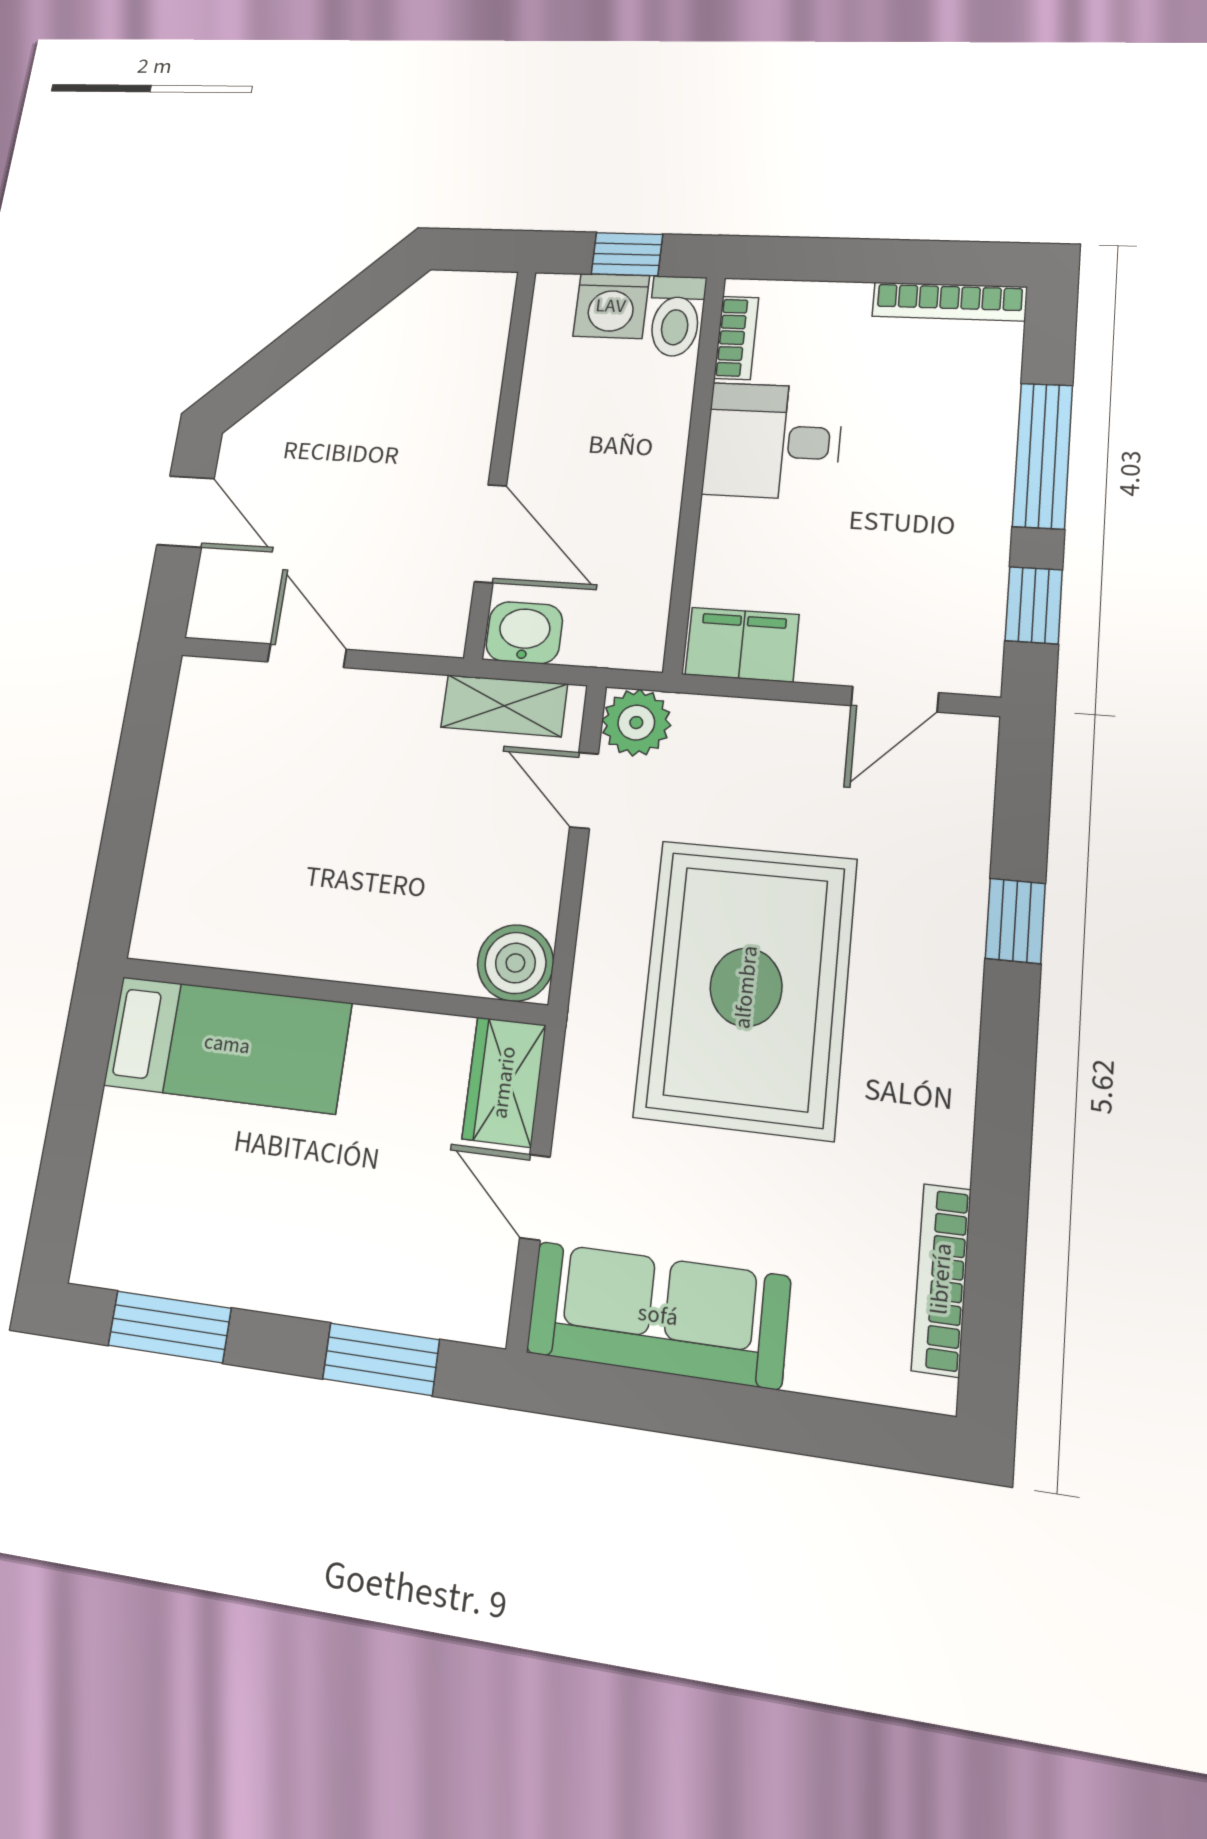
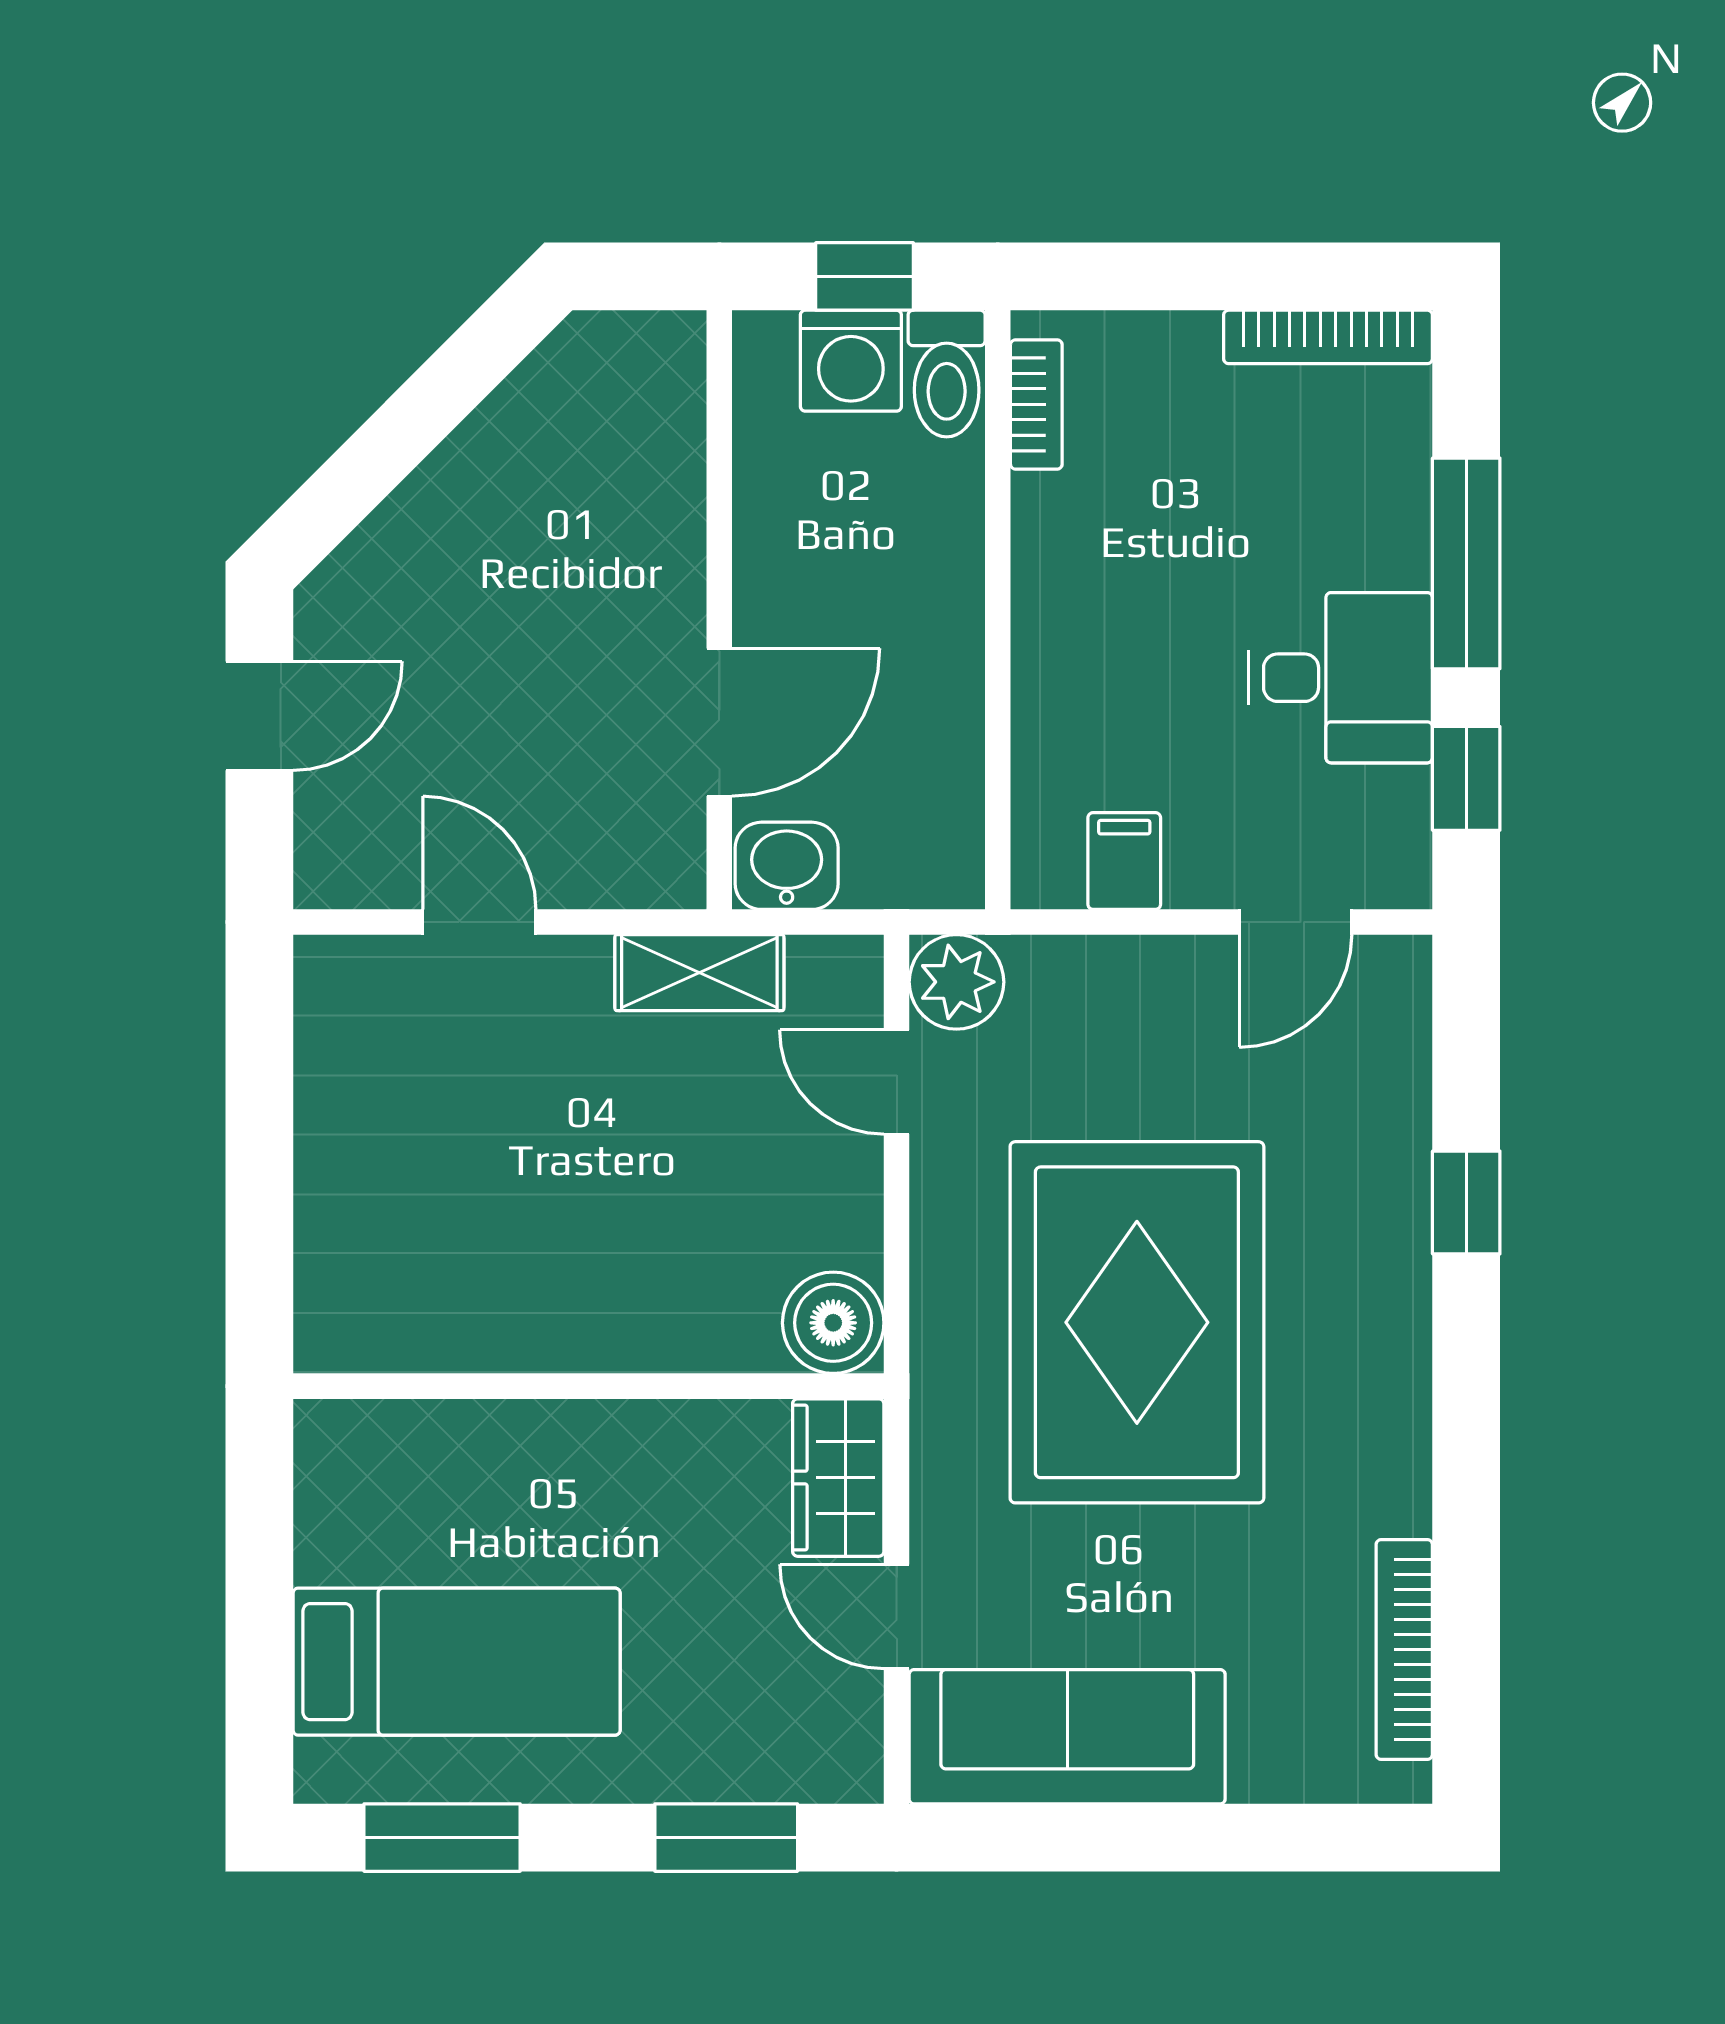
desk: (773, 441) -> (1341, 678), moved, turned 180
door: (186, 512) -> (259, 716), hinge flipped
door: (491, 533) -> (719, 722), hinge flipped
filing cabinet: (742, 645) -> (1124, 861), width x0.50
shelving: (504, 706) -> (699, 973), moved
bed: (227, 1044) -> (457, 1662), moved

